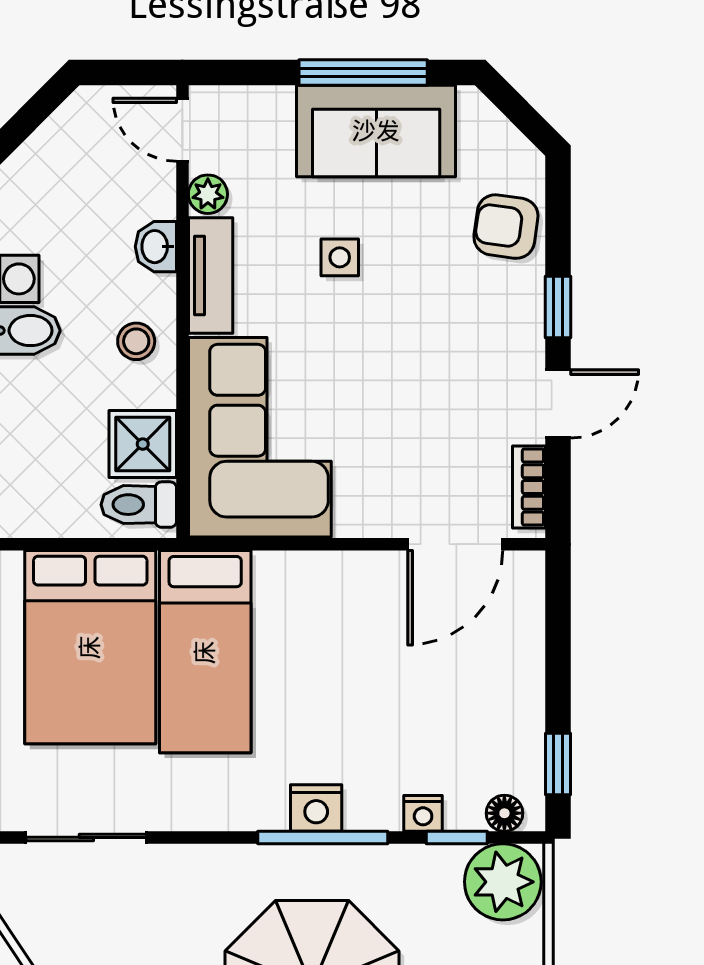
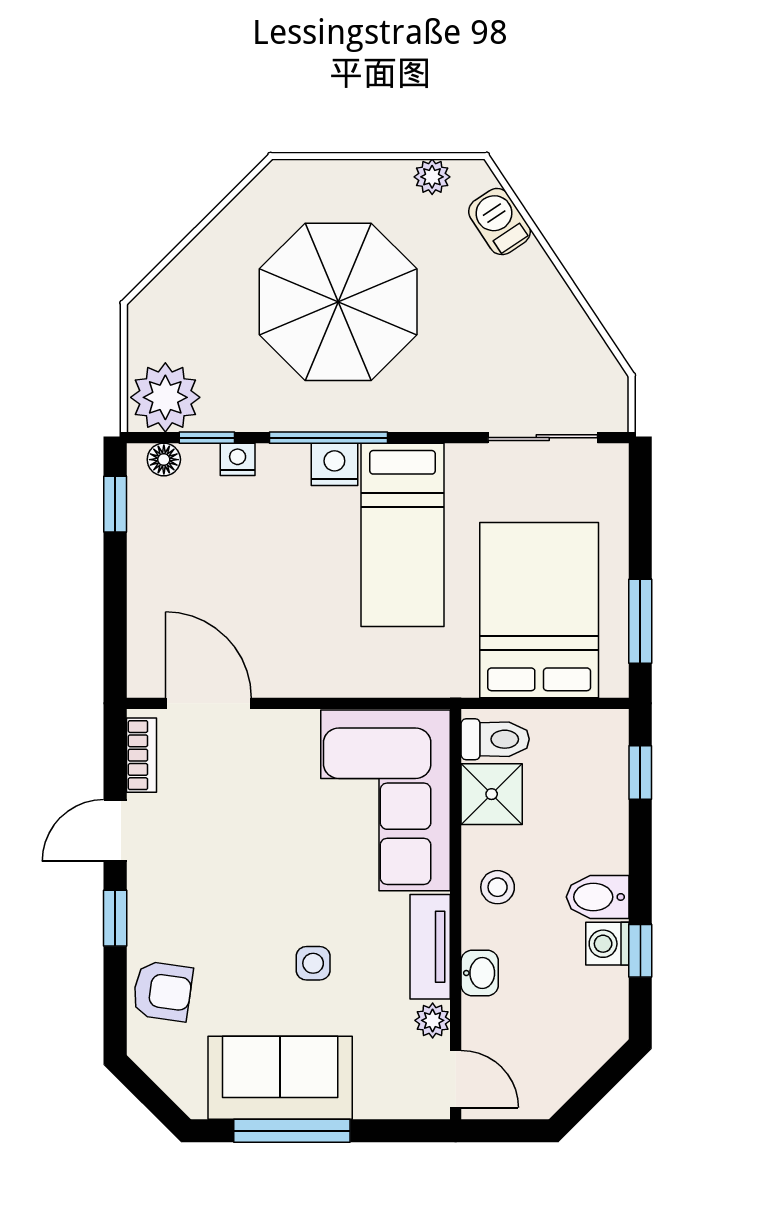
door: (455, 544) -> (208, 703), hinge flipped
bed: (205, 652) -> (402, 535), moved, turned 180

